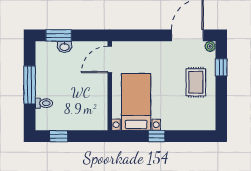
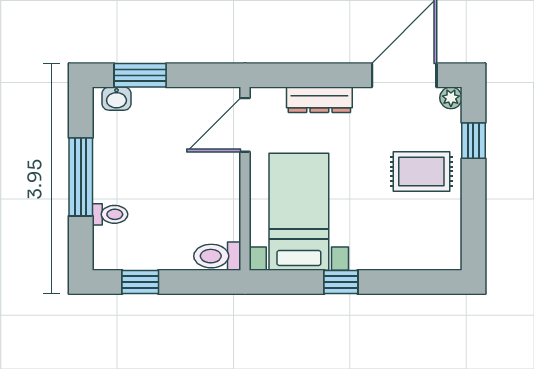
washbasin: (65, 47) -> (116, 99), moved
dresser: (146, 47) -> (319, 100), added
rug: (196, 82) -> (421, 171), turned 90
toilet: (96, 124) -> (217, 256), added

